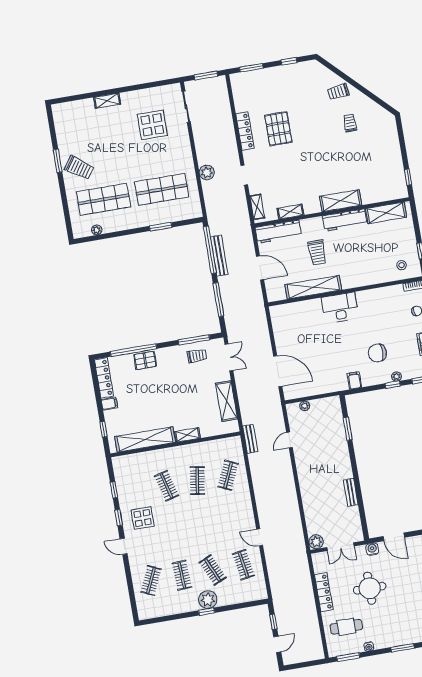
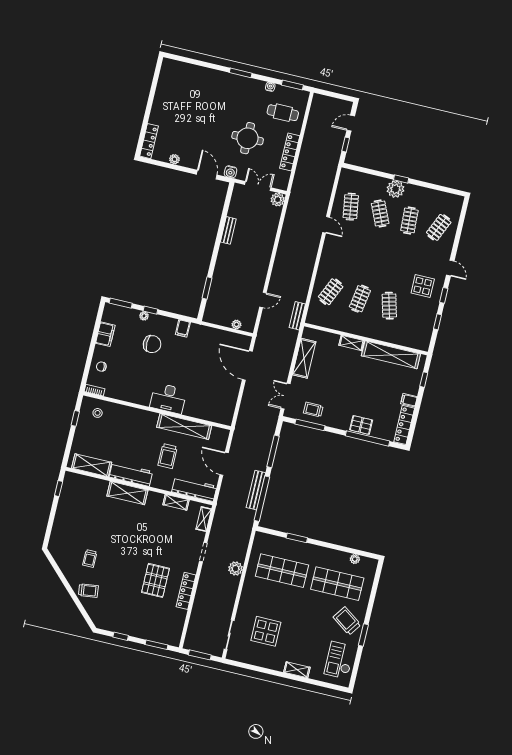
checkout: (70, 127) -> (339, 660), added
trolley: (317, 252) -> (168, 456), turned 180

